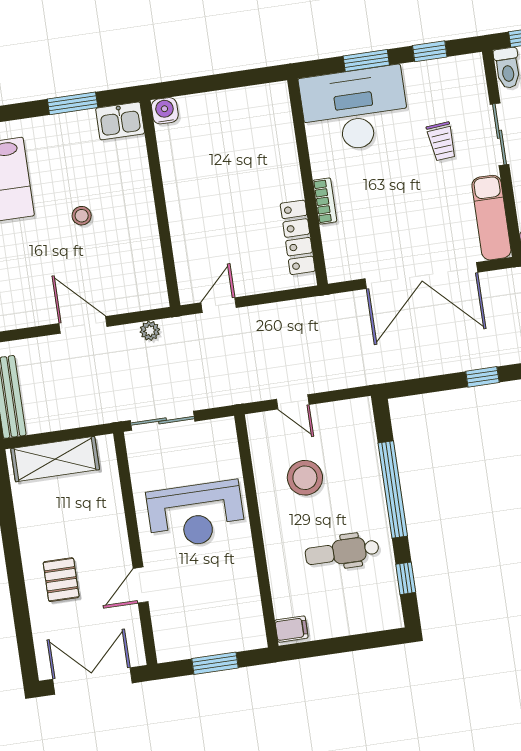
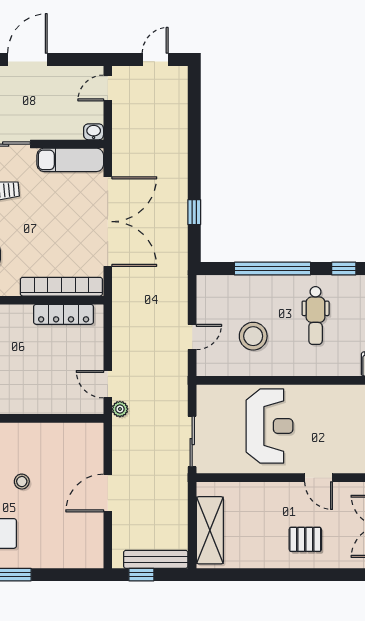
bookcase: (325, 201) -> (61, 287), width x2.31, depth x1.31
plant: (150, 331) -> (120, 409), moved
window: (482, 377) -> (194, 212), moved

